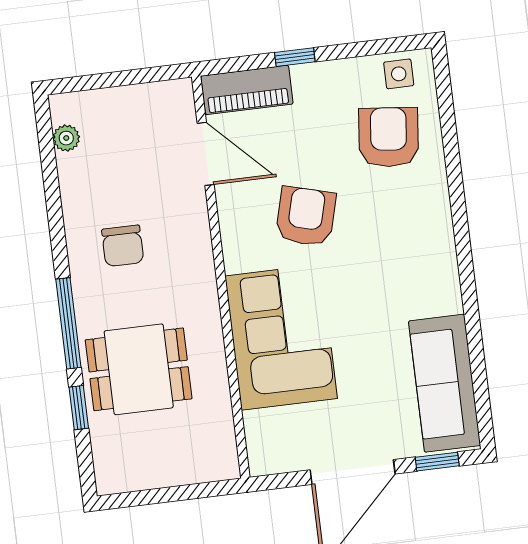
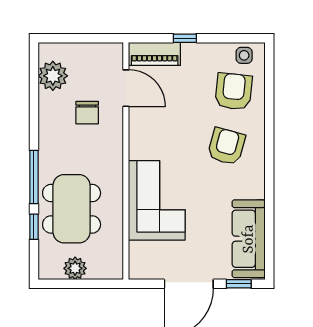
plant: (66, 138) -> (53, 76), width x1.87, depth x1.87
armchair: (306, 216) -> (226, 146), moved
chair: (123, 246) -> (87, 113), moved
dining table: (139, 369) -> (72, 209), width x1.38
plant: (157, 469) -> (75, 268), added

